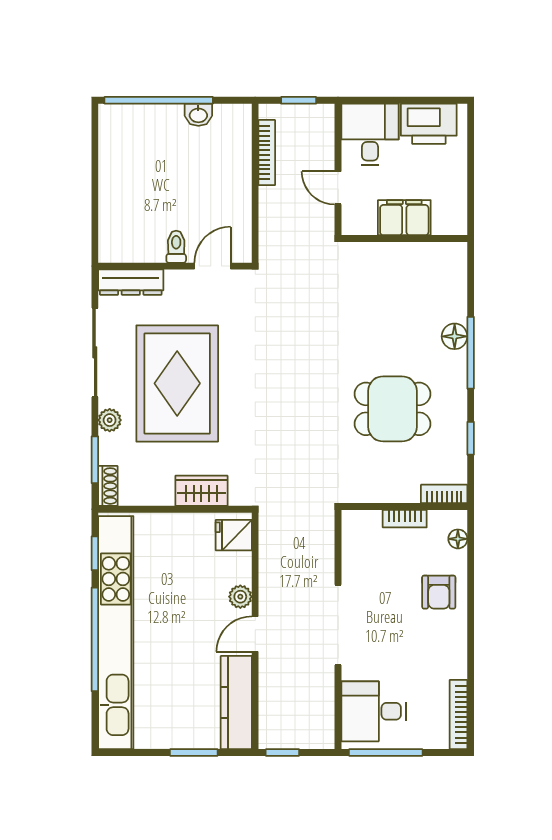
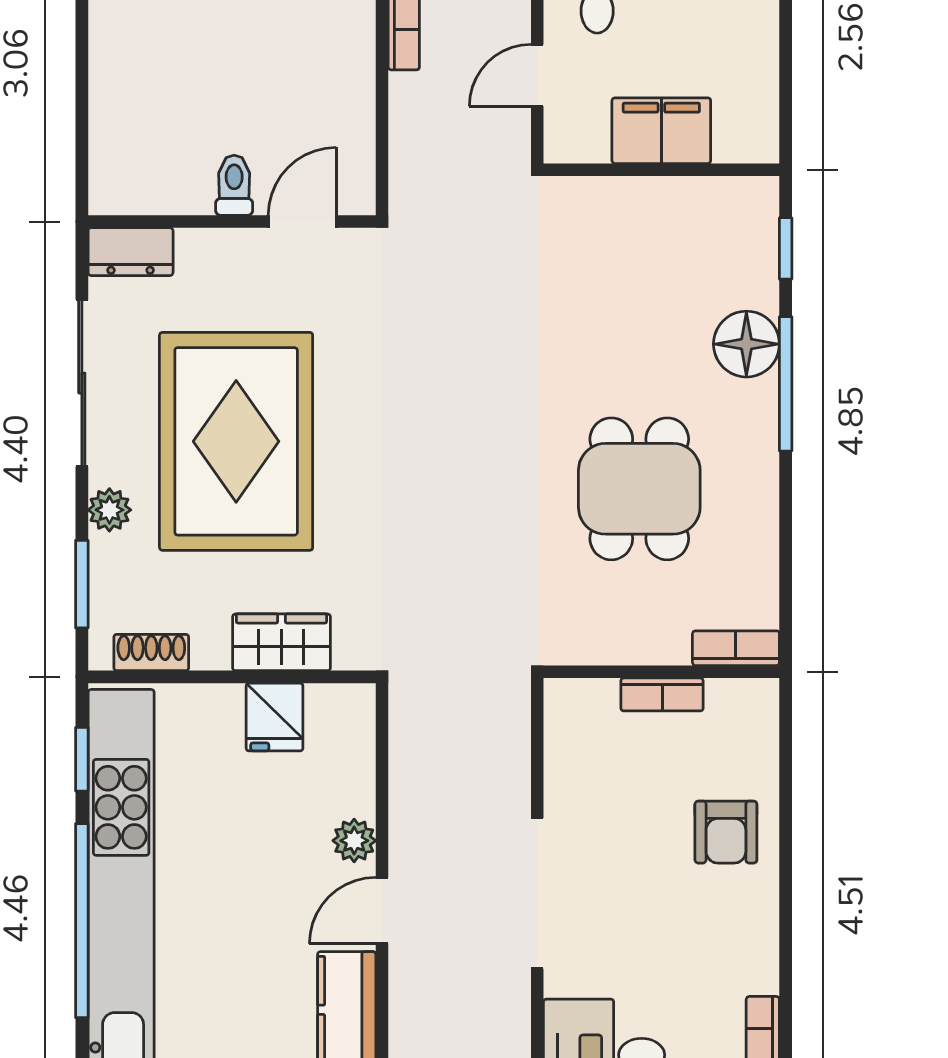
door: (338, 188) -> (537, 75), hinge flipped
dresser: (131, 282) -> (131, 252), width x0.70
floor lamp: (455, 336) -> (746, 344), width x1.38, depth x1.38
dining table: (393, 409) -> (639, 489), turned 90
window: (471, 438) -> (786, 248), moved
shoe rack: (108, 486) -> (151, 653), moved, turned -90
fridge: (234, 535) -> (275, 717), moved, turned -90
floor lamp: (458, 539) -> (762, 732), removed

